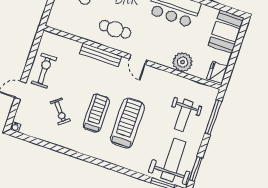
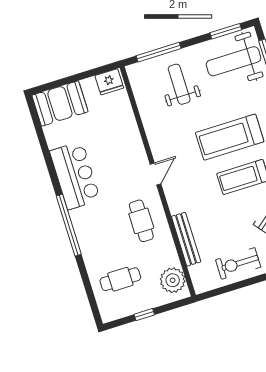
bench: (101, 55) -> (186, 239), moved
plant: (183, 62) -> (173, 280), moved
weight bench: (184, 115) -> (179, 84), turned -90

